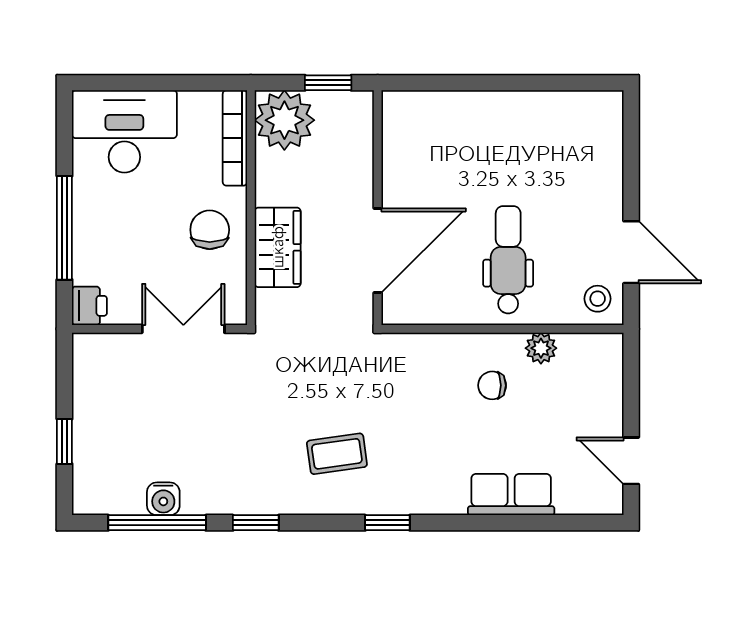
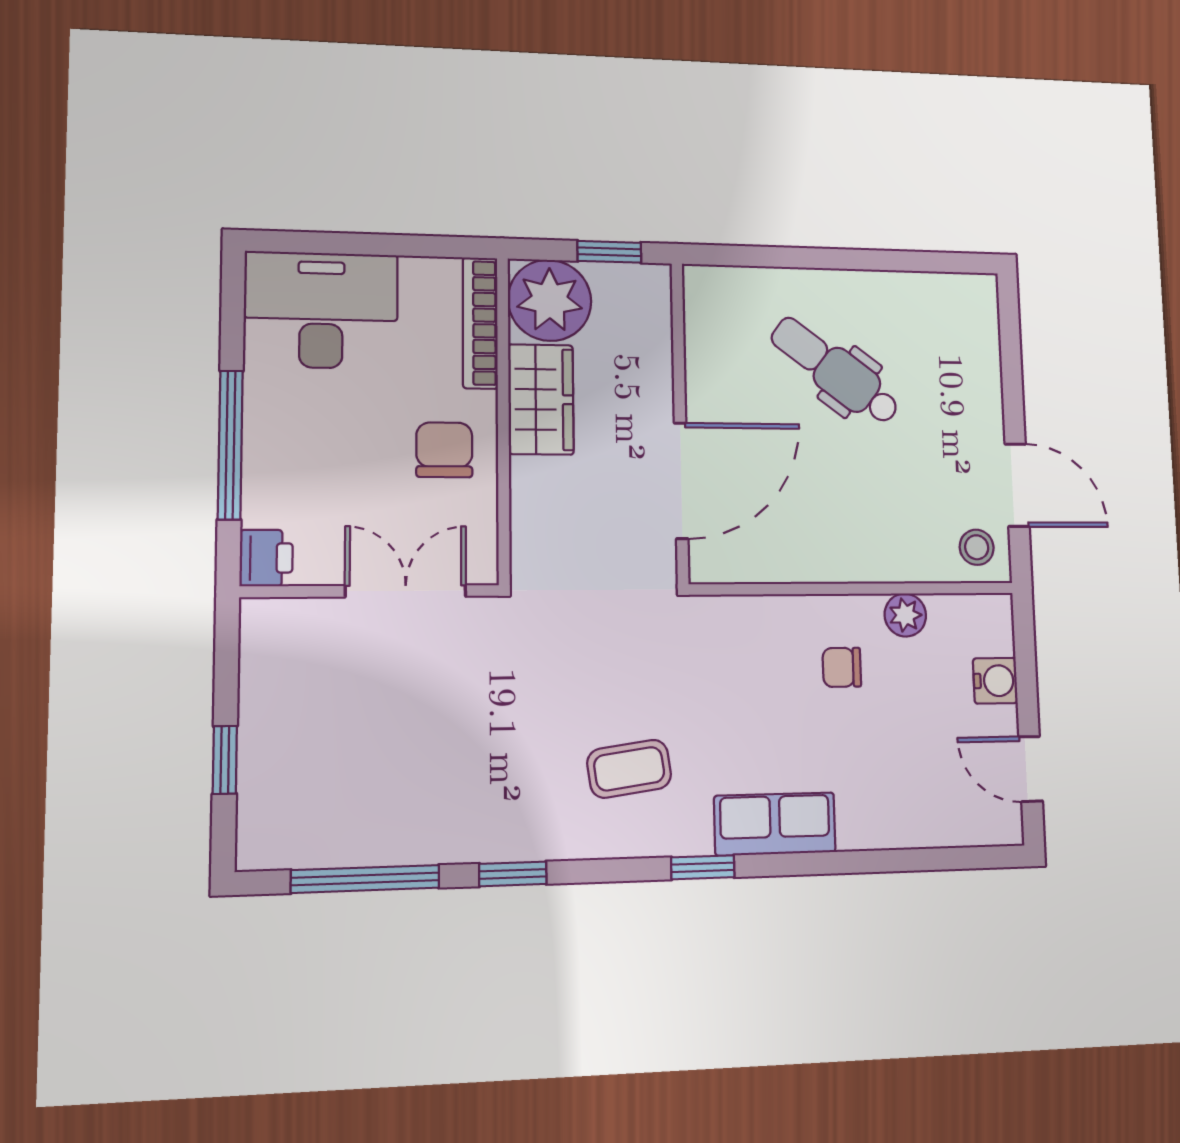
wardrobe: (278, 247) -> (541, 399), moved
dental chair: (508, 260) -> (835, 371), moved, turned -53
row of seats: (511, 495) -> (775, 824), moved
water cooler: (163, 499) -> (995, 681), moved, turned -90

